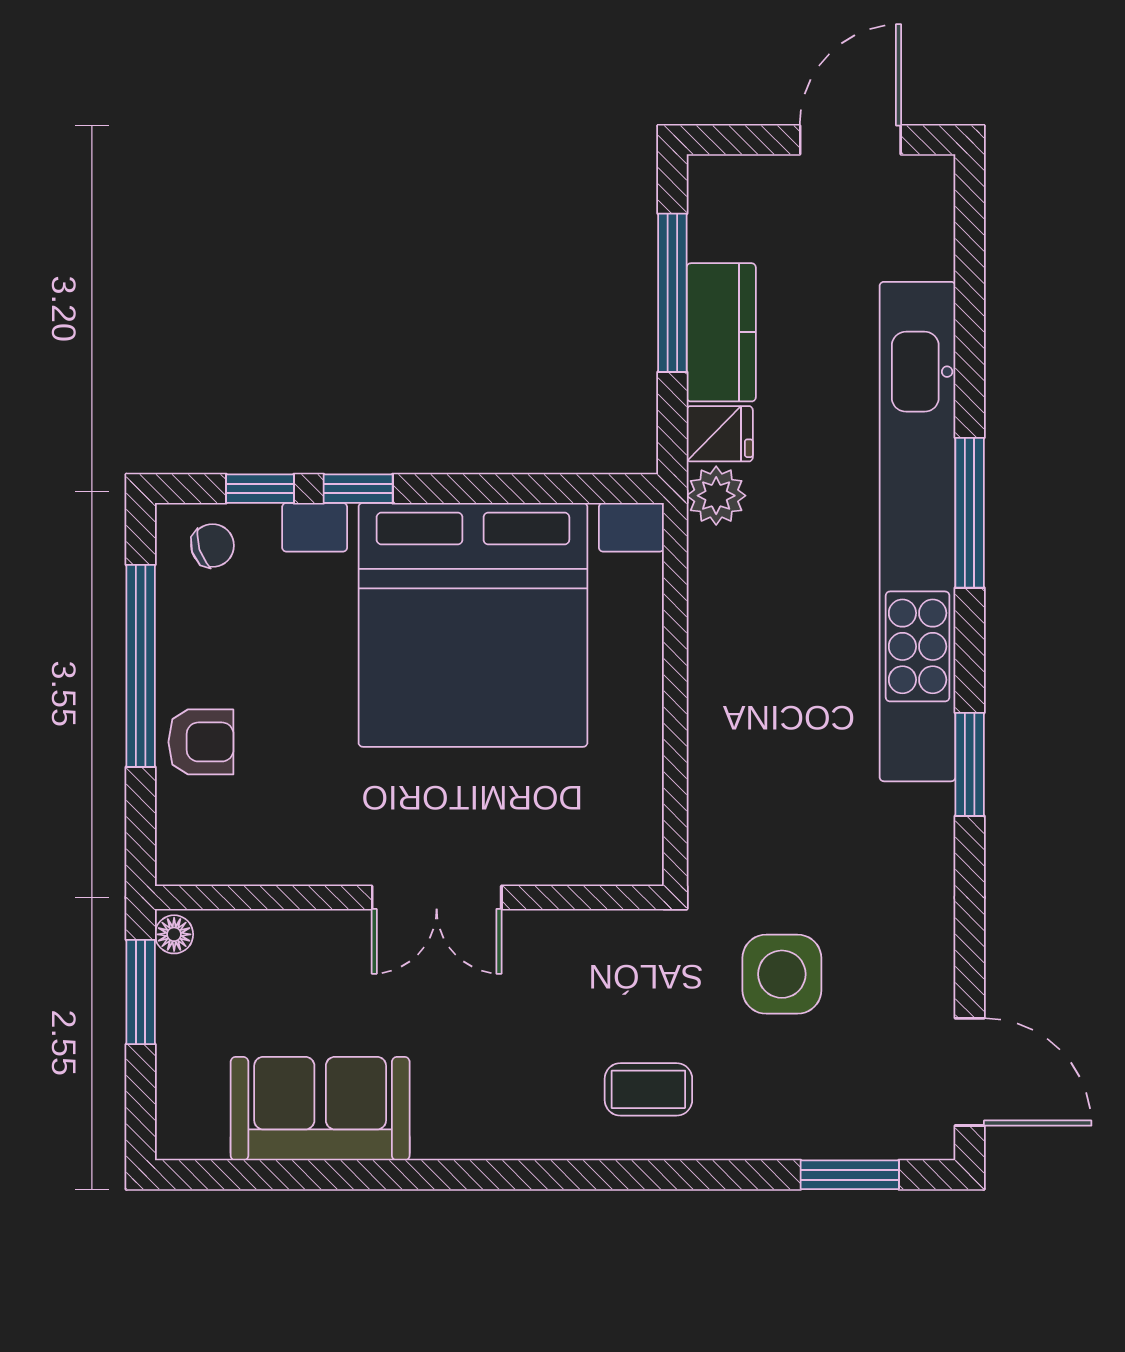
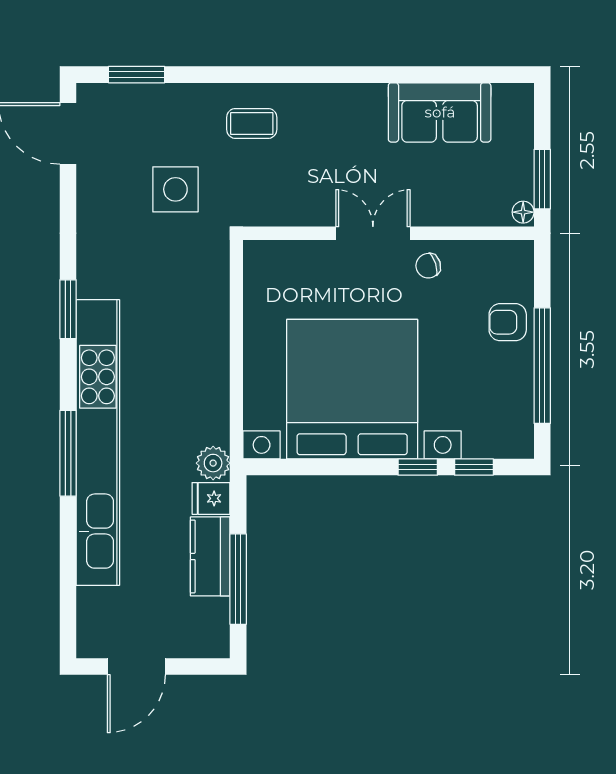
chair: (213, 546) -> (428, 266), moved

